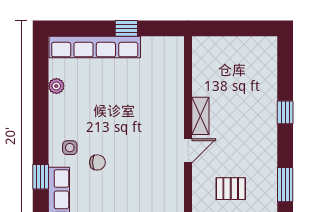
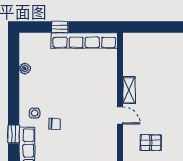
window: (126, 28) -> (60, 27), moved
row of seats: (95, 47) -> (84, 40), moved
door: (188, 151) -> (120, 115), hinge flipped

